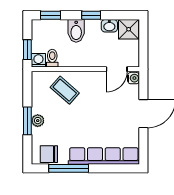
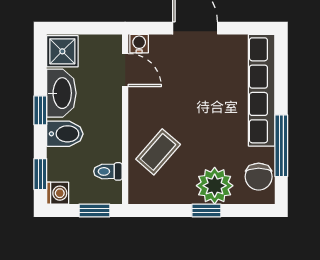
washbasin: (109, 26) -> (61, 93), width x1.91, depth x1.45
washing machine: (38, 60) -> (58, 193), moved, turned 180
window: (27, 121) -> (206, 210), width x0.67
plant: (38, 121) -> (215, 186), width x1.88, depth x1.88

